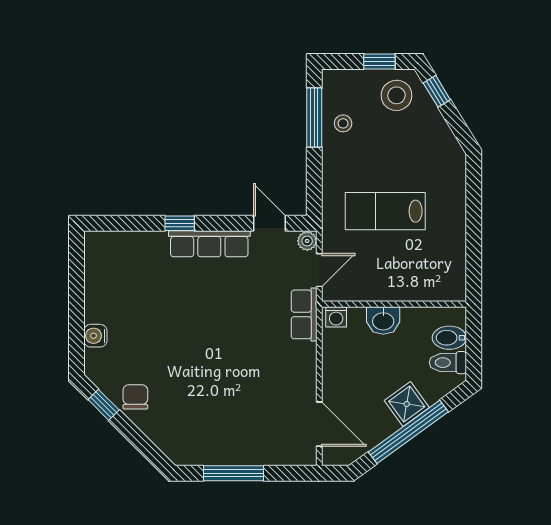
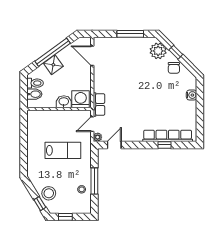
stool: (397, 95) -> (49, 193), moved
window: (314, 118) -> (94, 181), moved
window: (180, 223) -> (164, 145), moved
door: (269, 223) -> (114, 145), swing flipped
row of seats: (209, 244) -> (168, 136), moved, width x1.36
washing machine: (336, 317) -> (81, 99), width x1.89, depth x1.89
window: (104, 405) -> (176, 52), moved
plant: (171, 435) -> (158, 51), added

